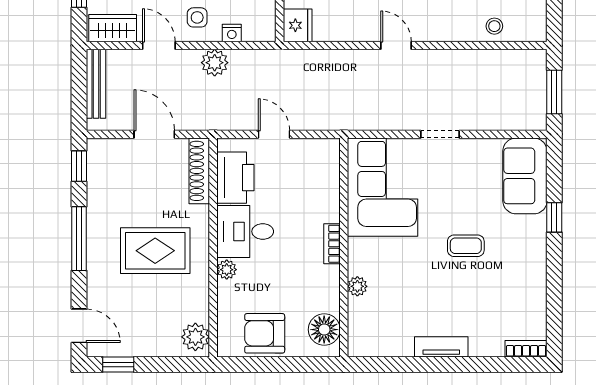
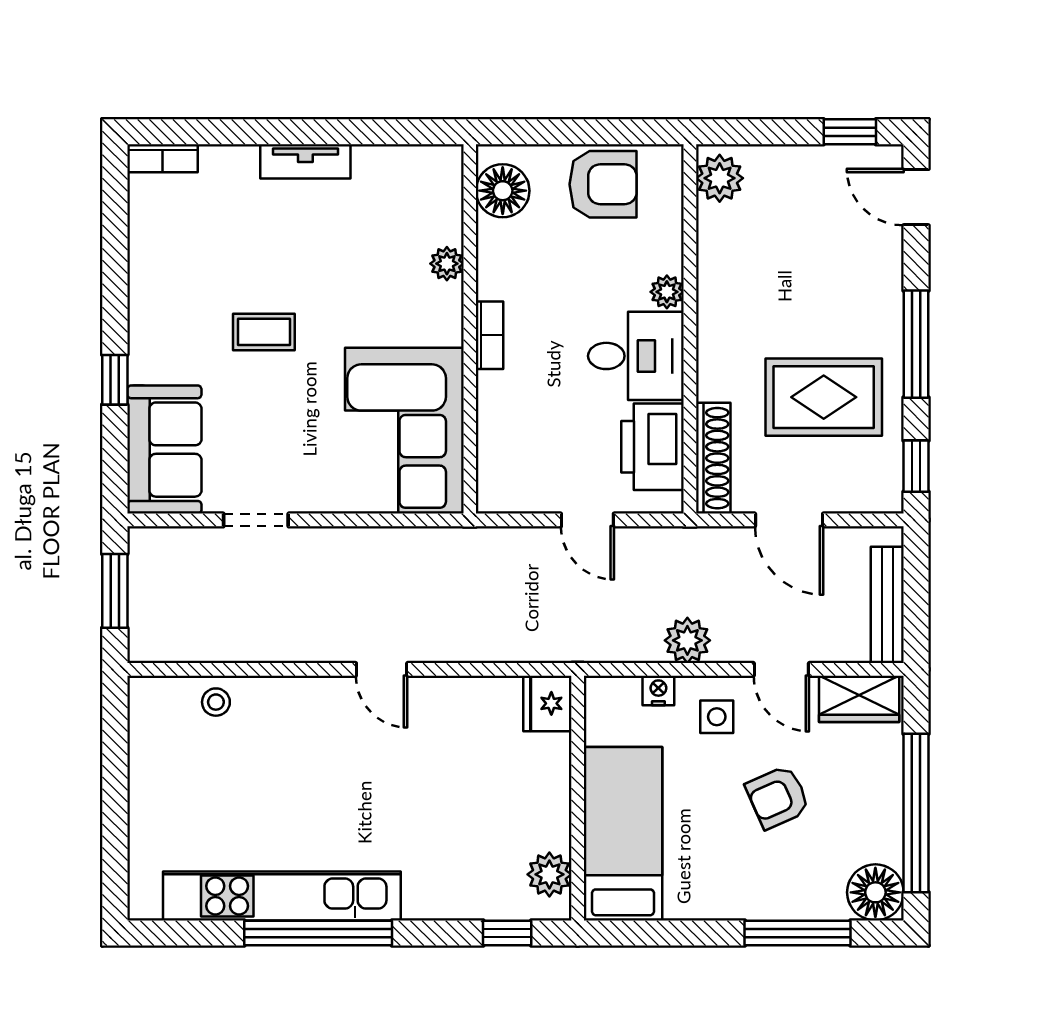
doorway: (440, 134) -> (256, 520), moved
rug: (155, 251) -> (824, 397), moved

